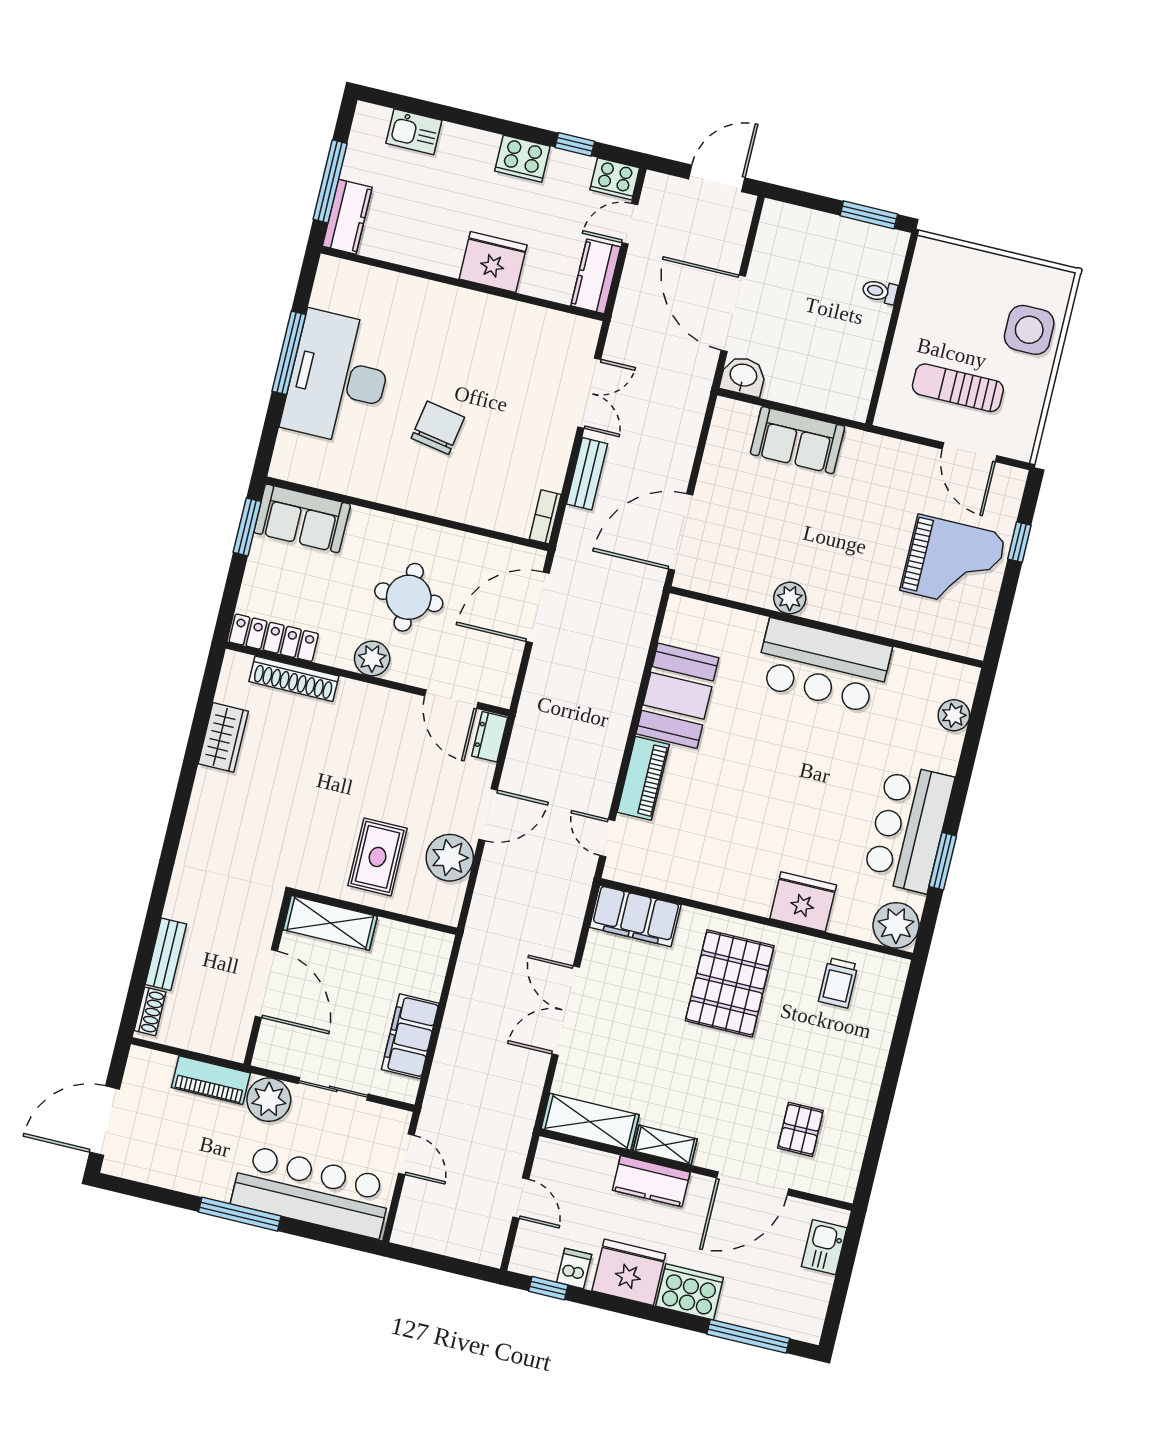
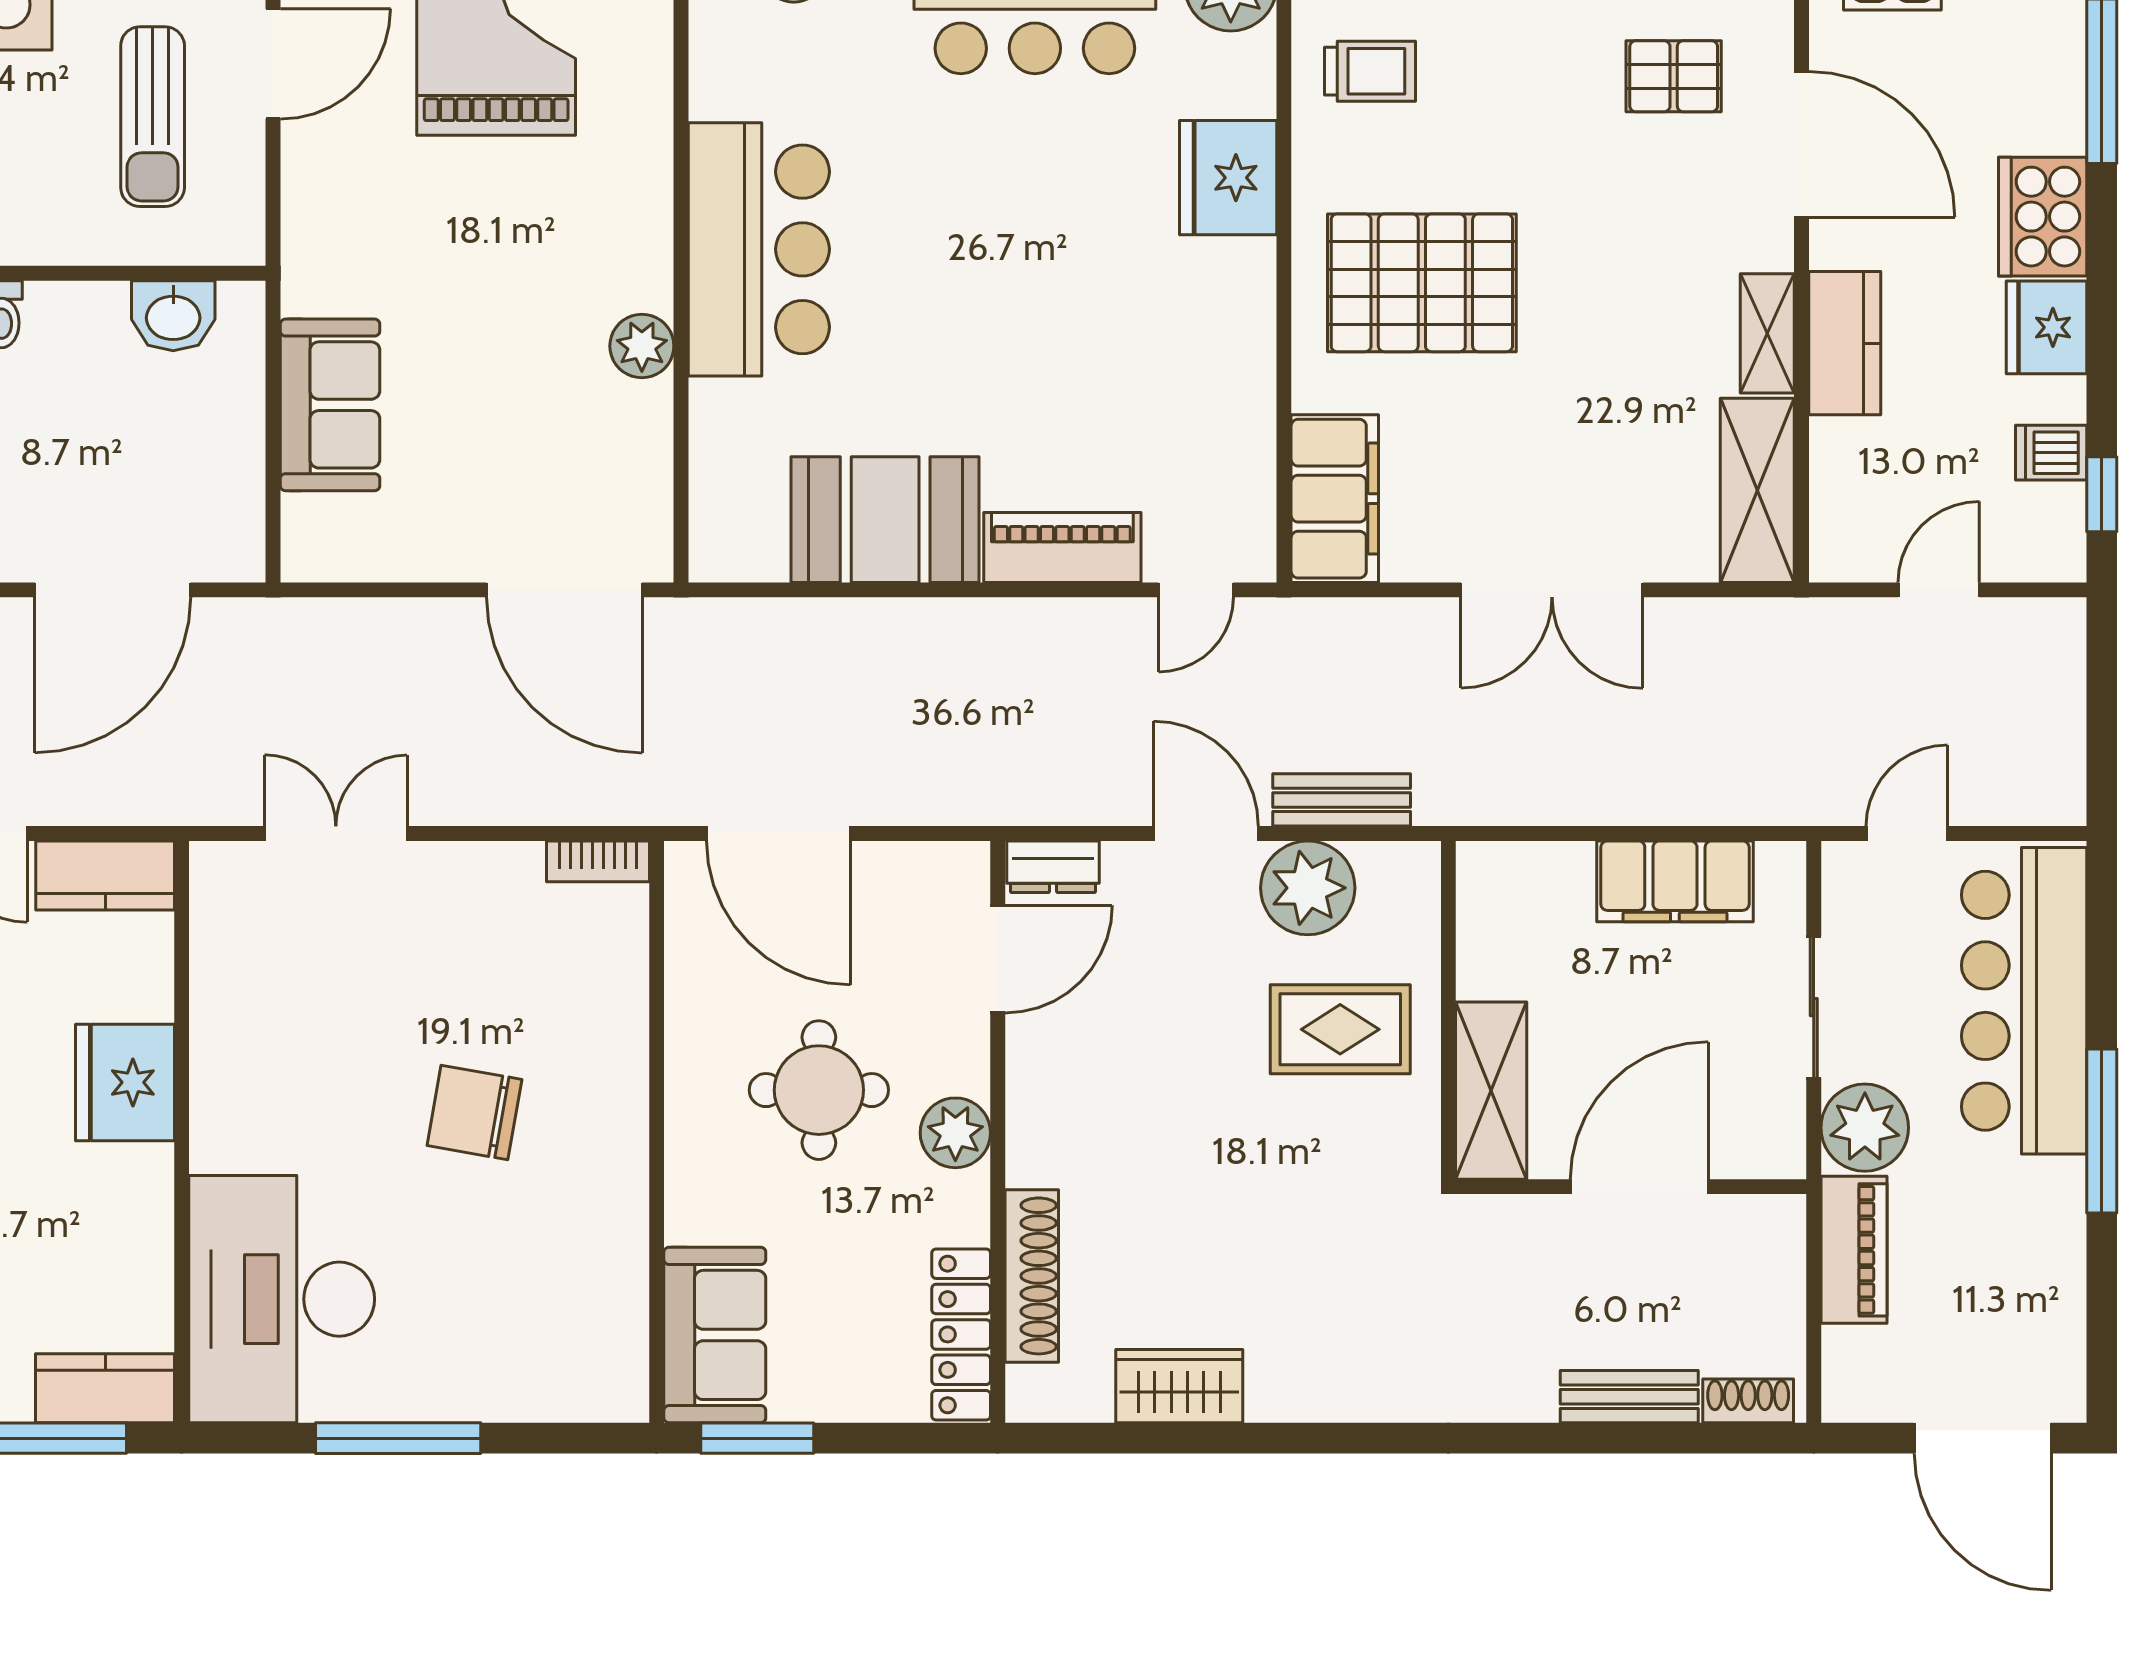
washbasin: (743, 376) -> (173, 316), moved, turned -90
desk: (338, 378) -> (282, 1299), moved, turned 90
bench: (587, 474) -> (1342, 800), moved
fridge: (629, 1272) -> (2047, 327), width x0.73, depth x0.75

